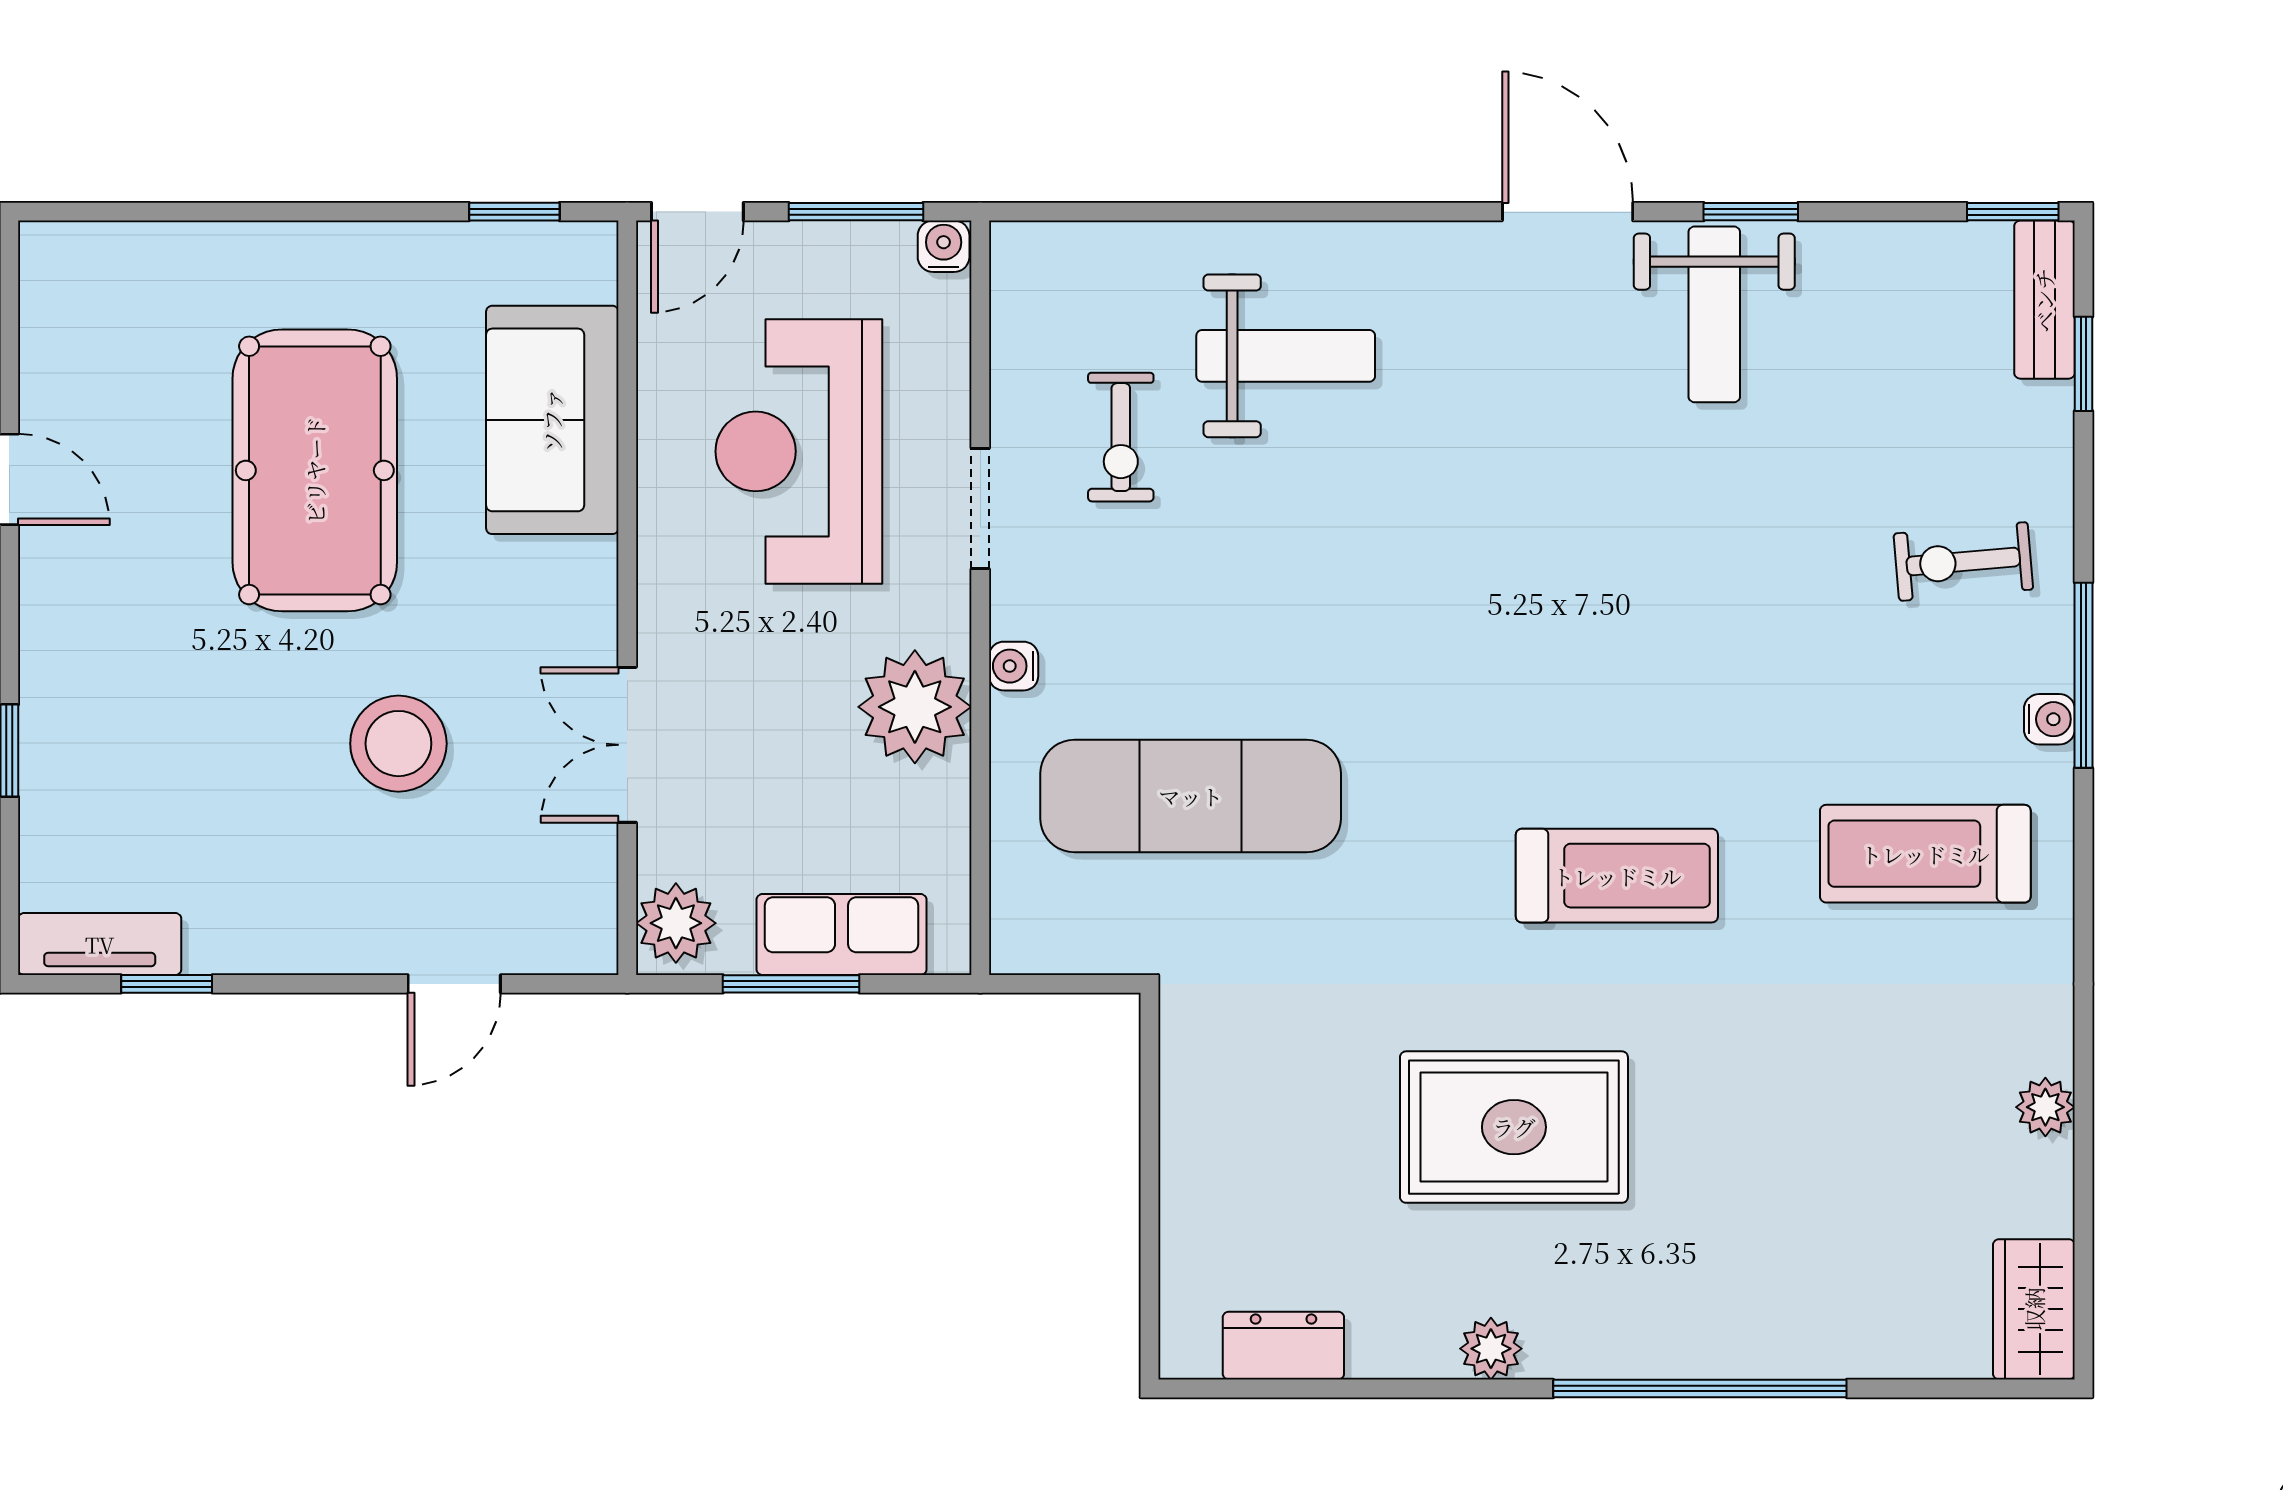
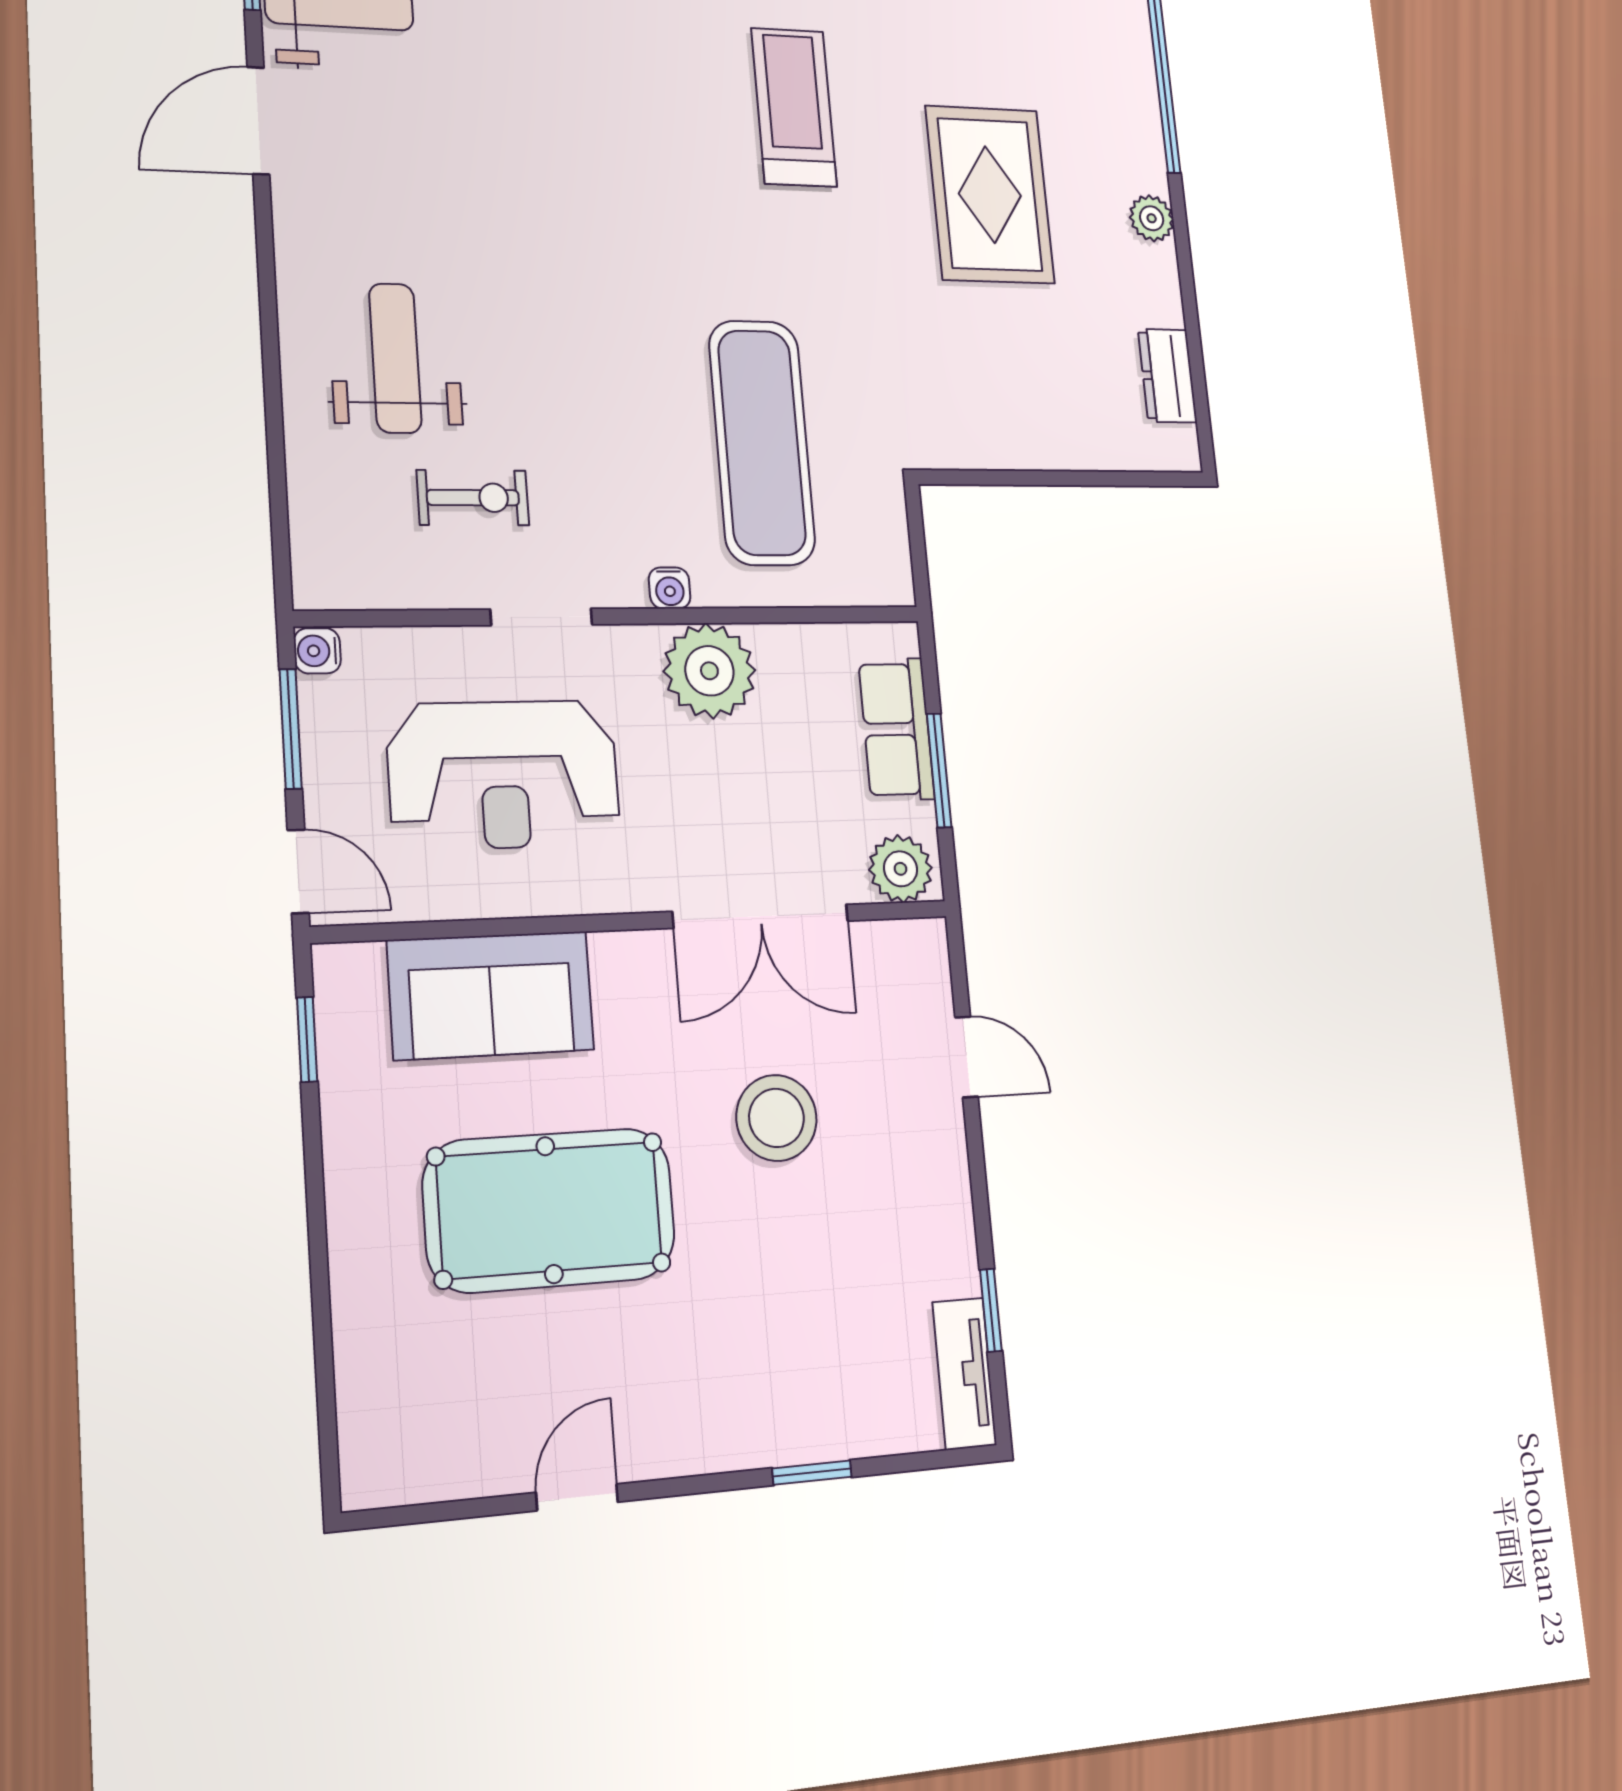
double door: (627, 745) -> (761, 916), width x1.37

